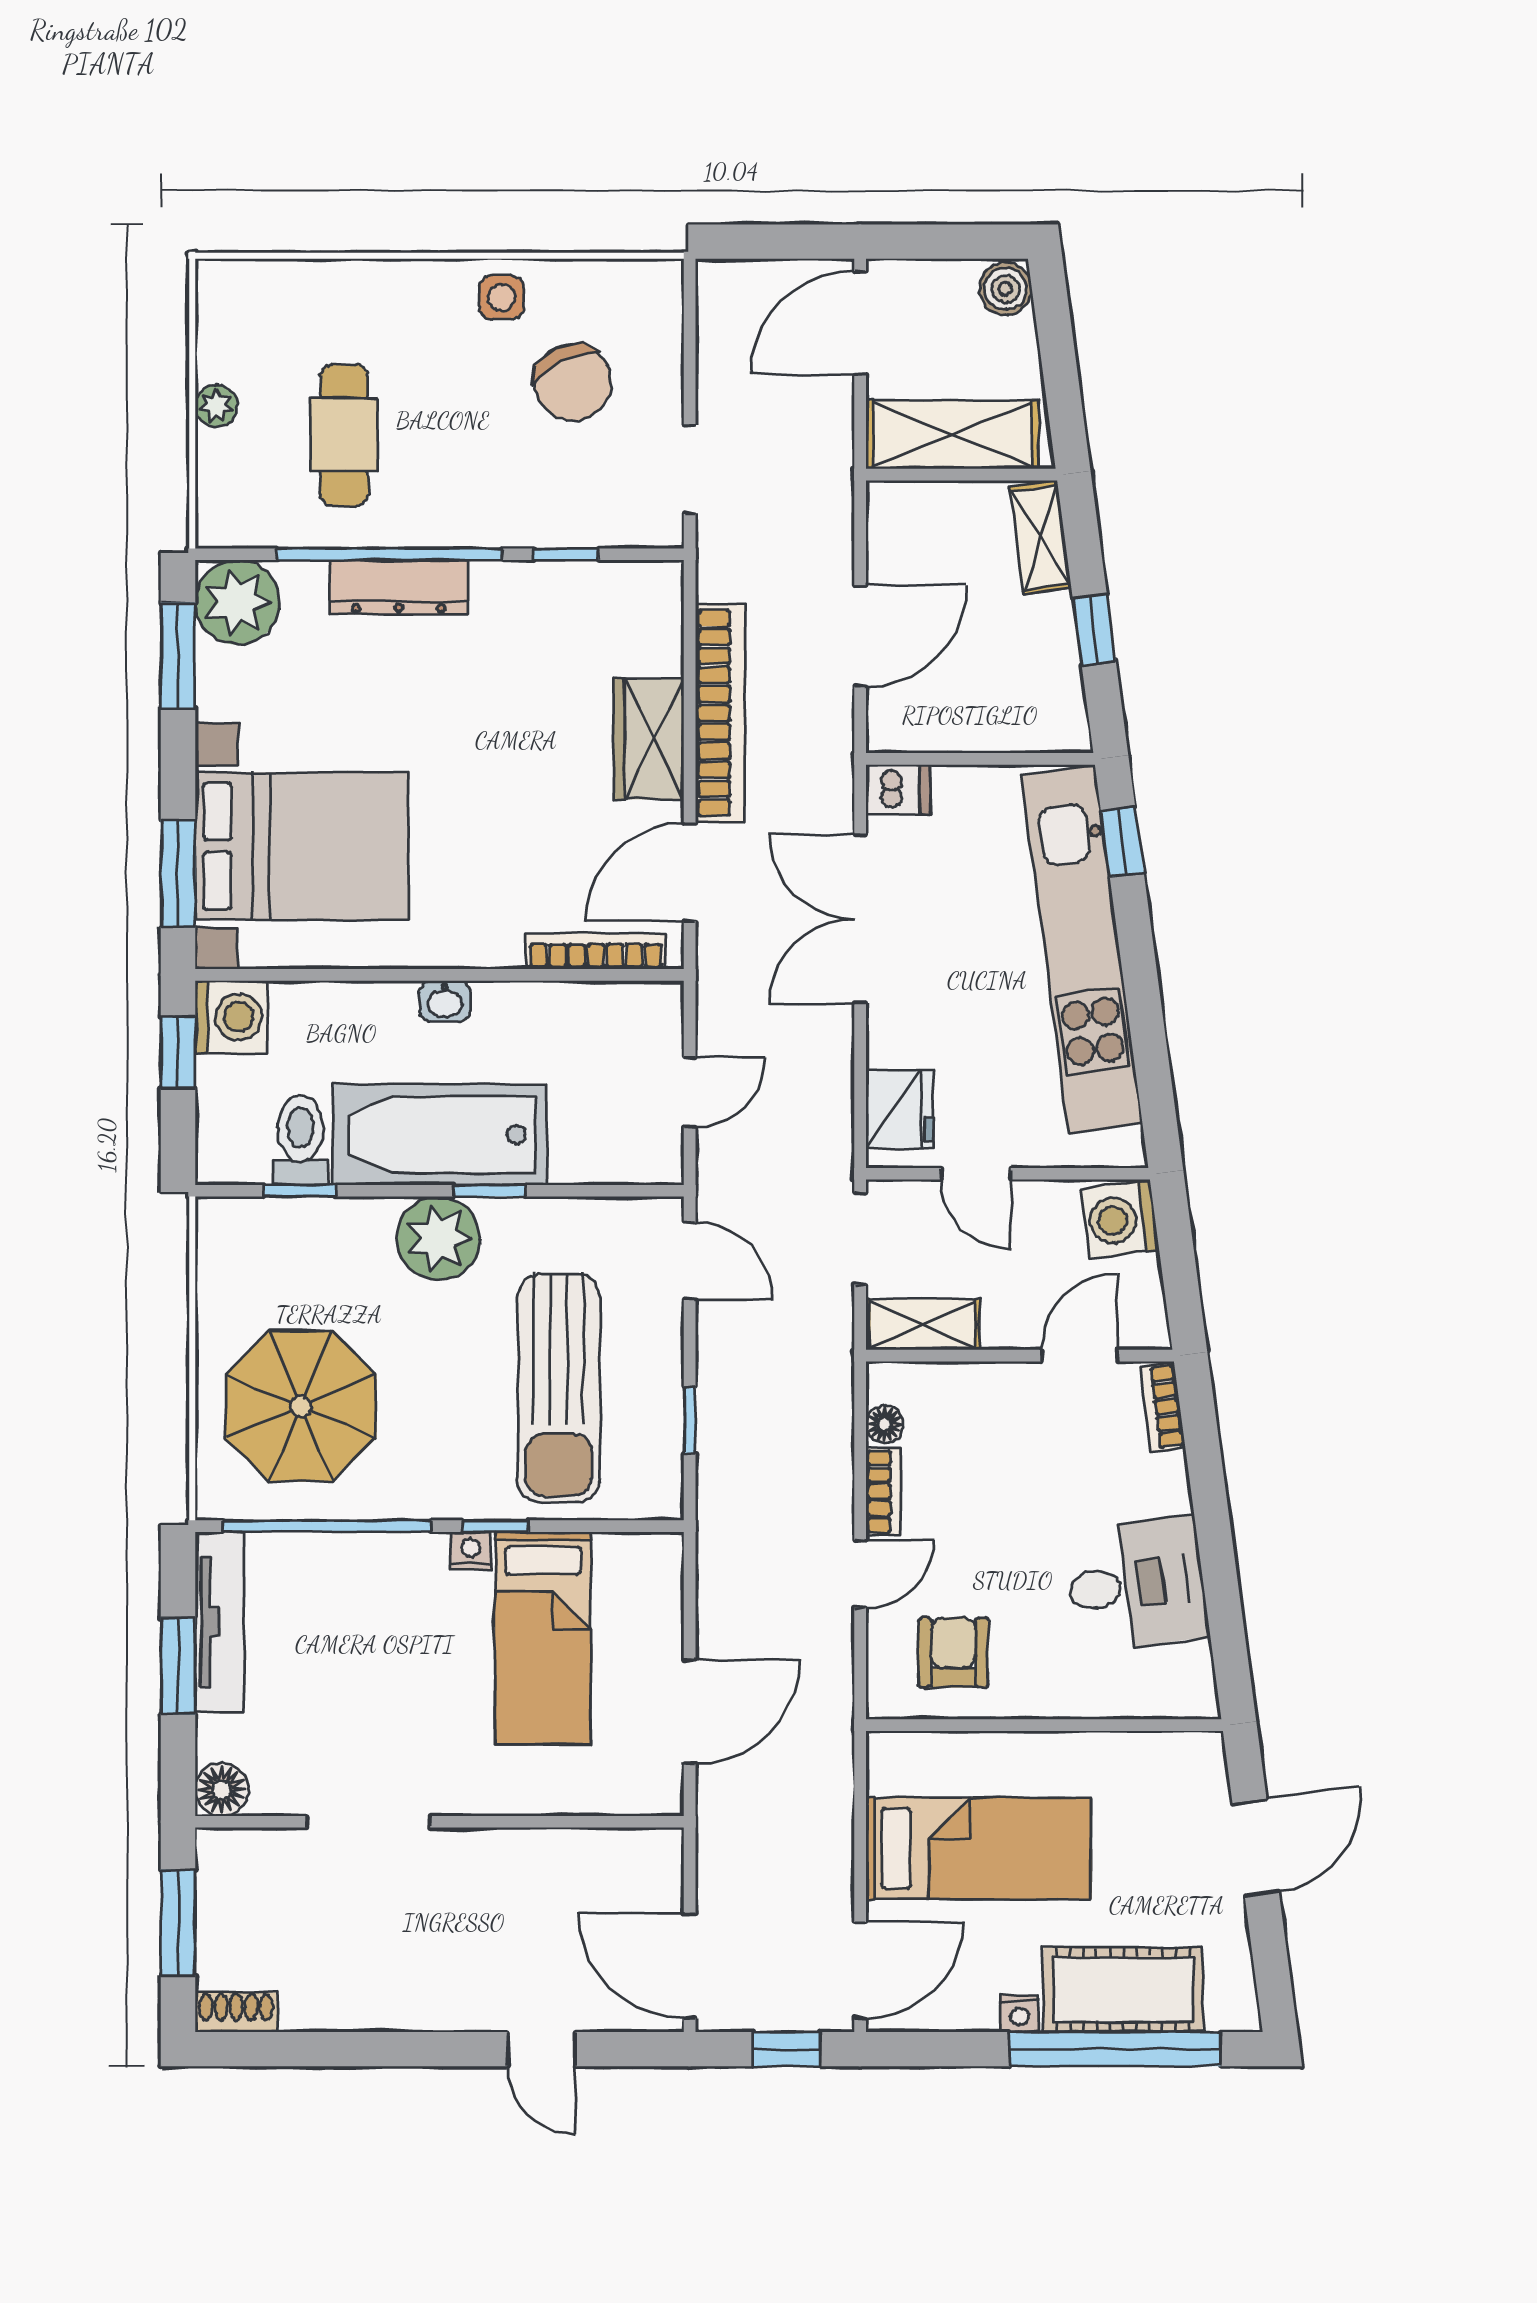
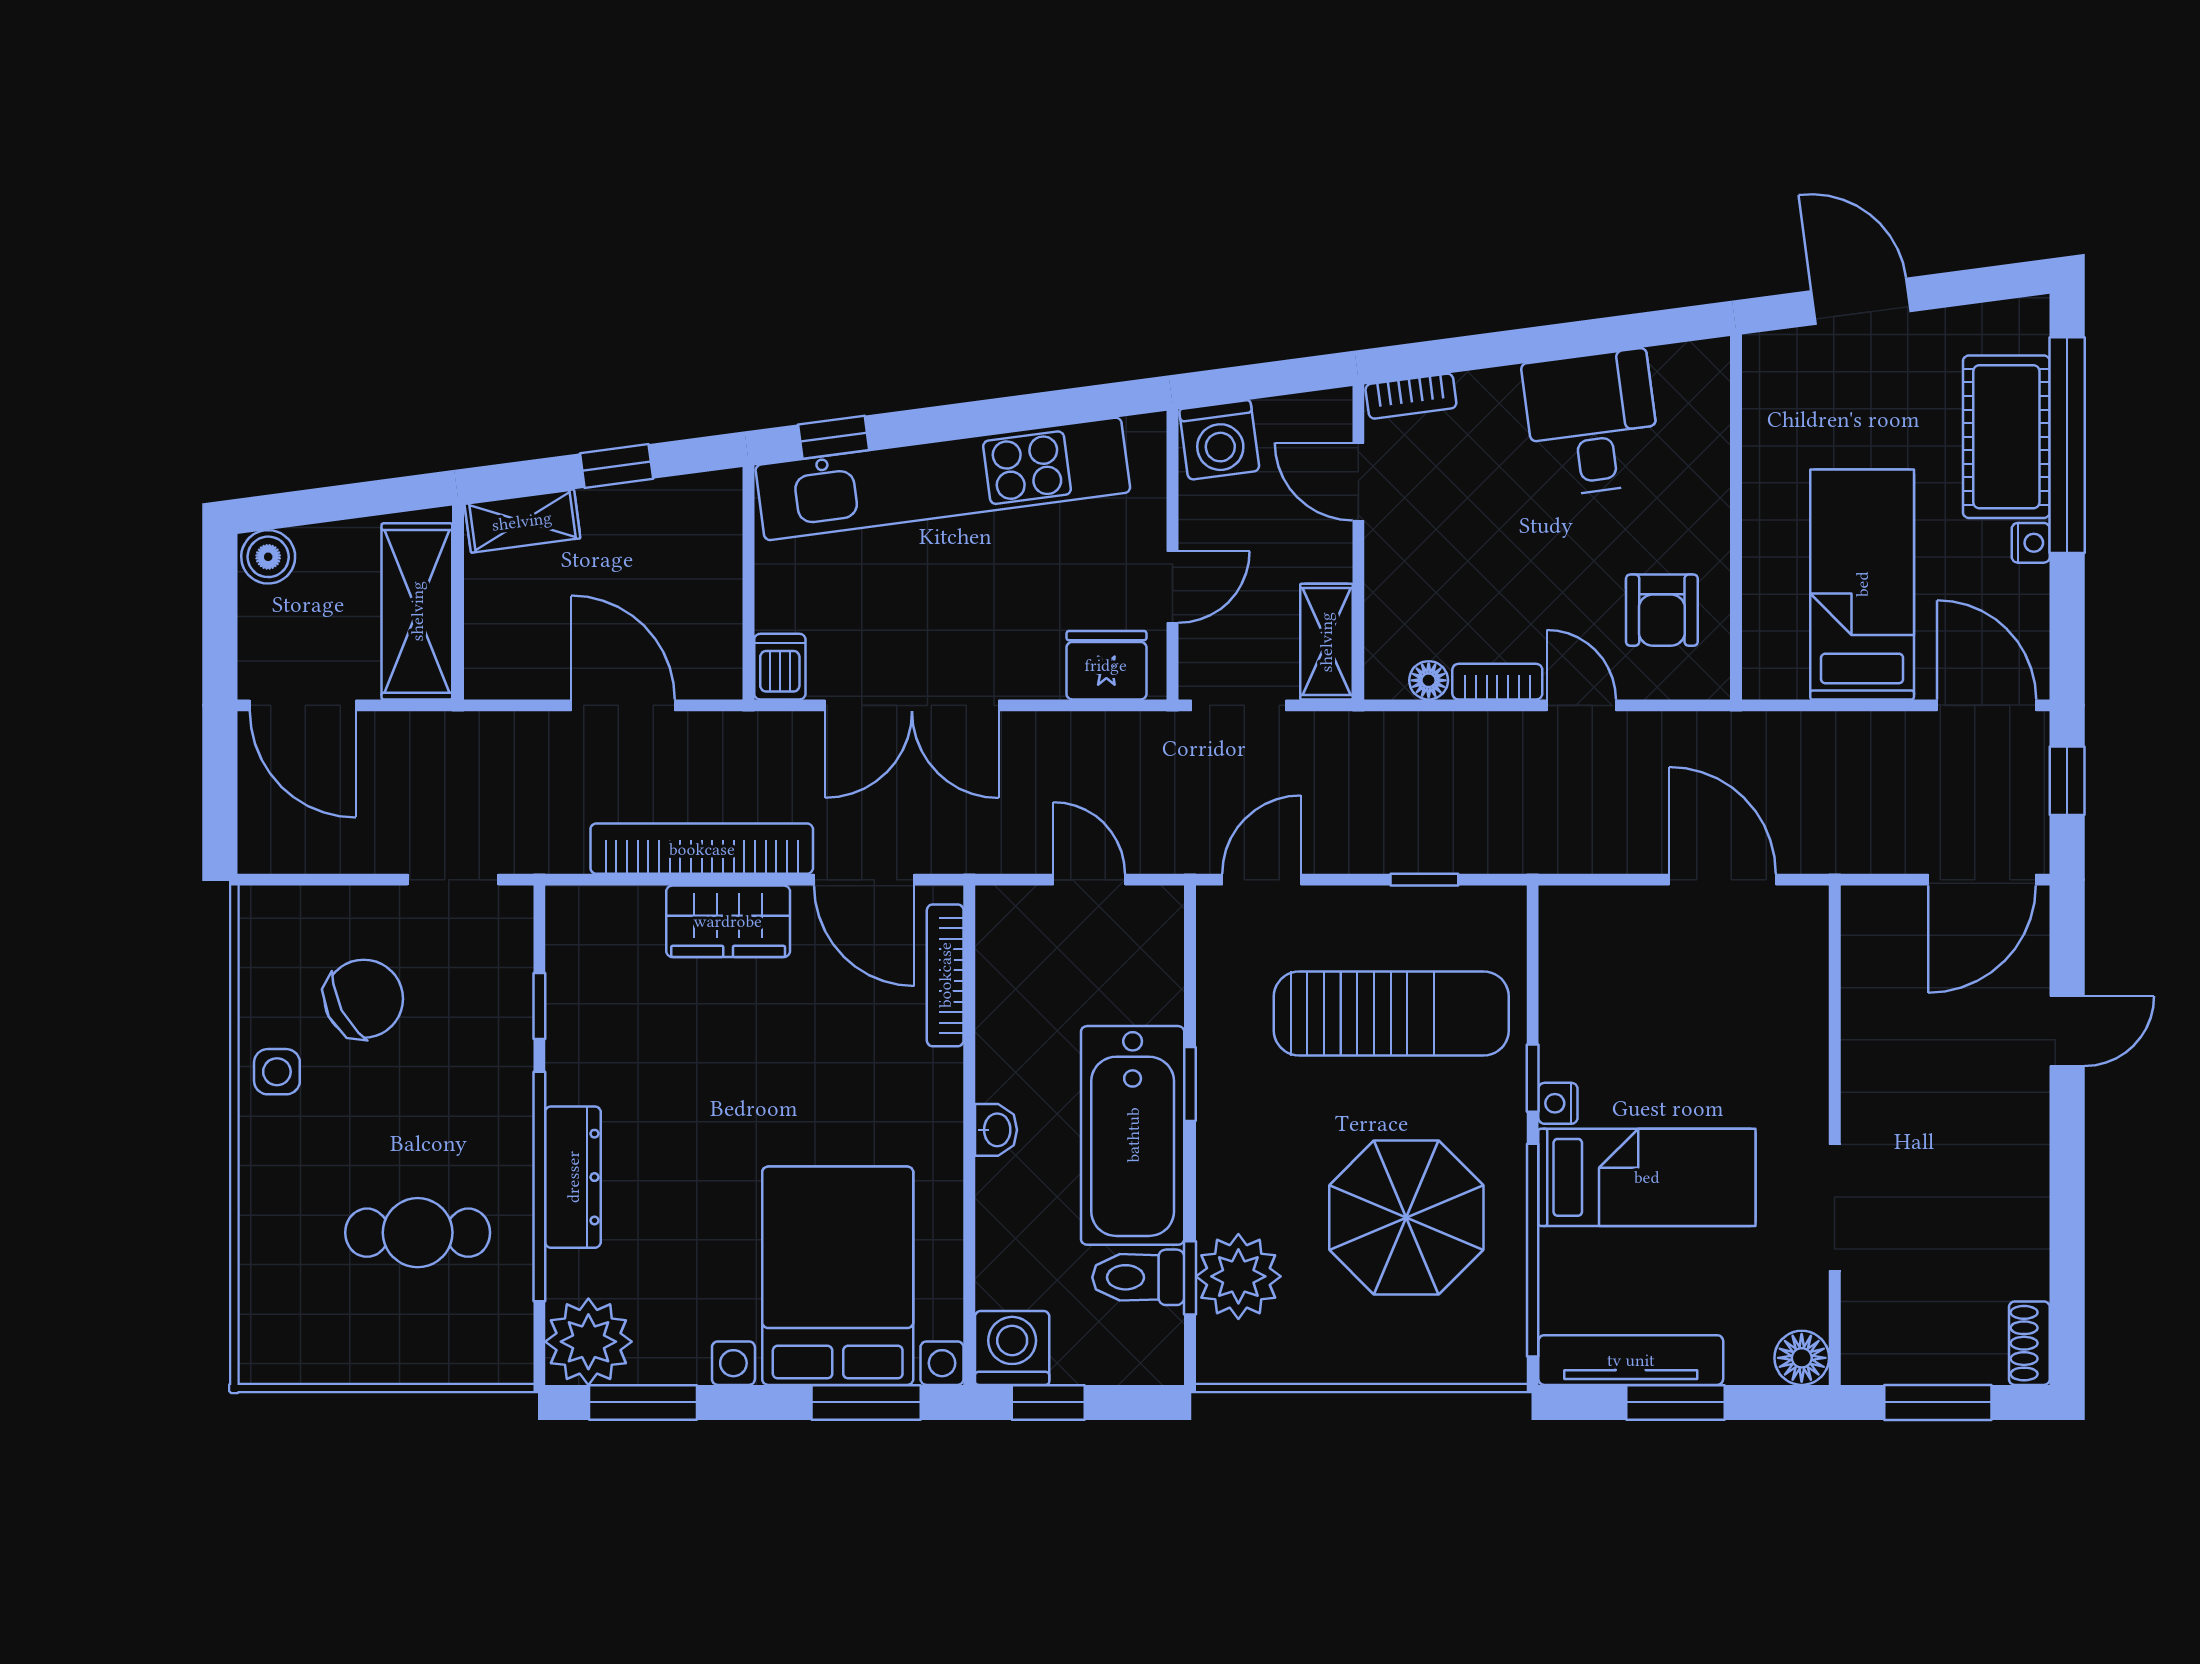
plant: (216, 406) -> (388, 1363), removed
plant: (438, 1238) -> (1238, 1276), moved
parasol: (301, 1406) -> (1406, 1217), moved
bed: (543, 1638) -> (1647, 1177), moved
armchair: (953, 1653) -> (1662, 610), turned -90

